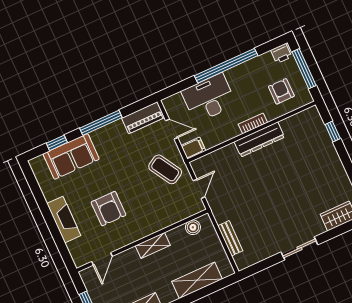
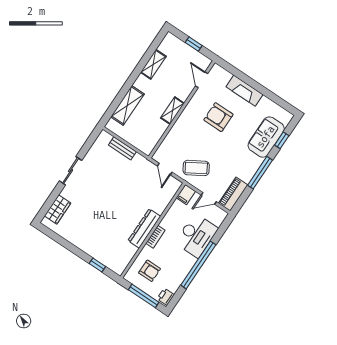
boiler: (193, 227) -> (153, 140), removed

